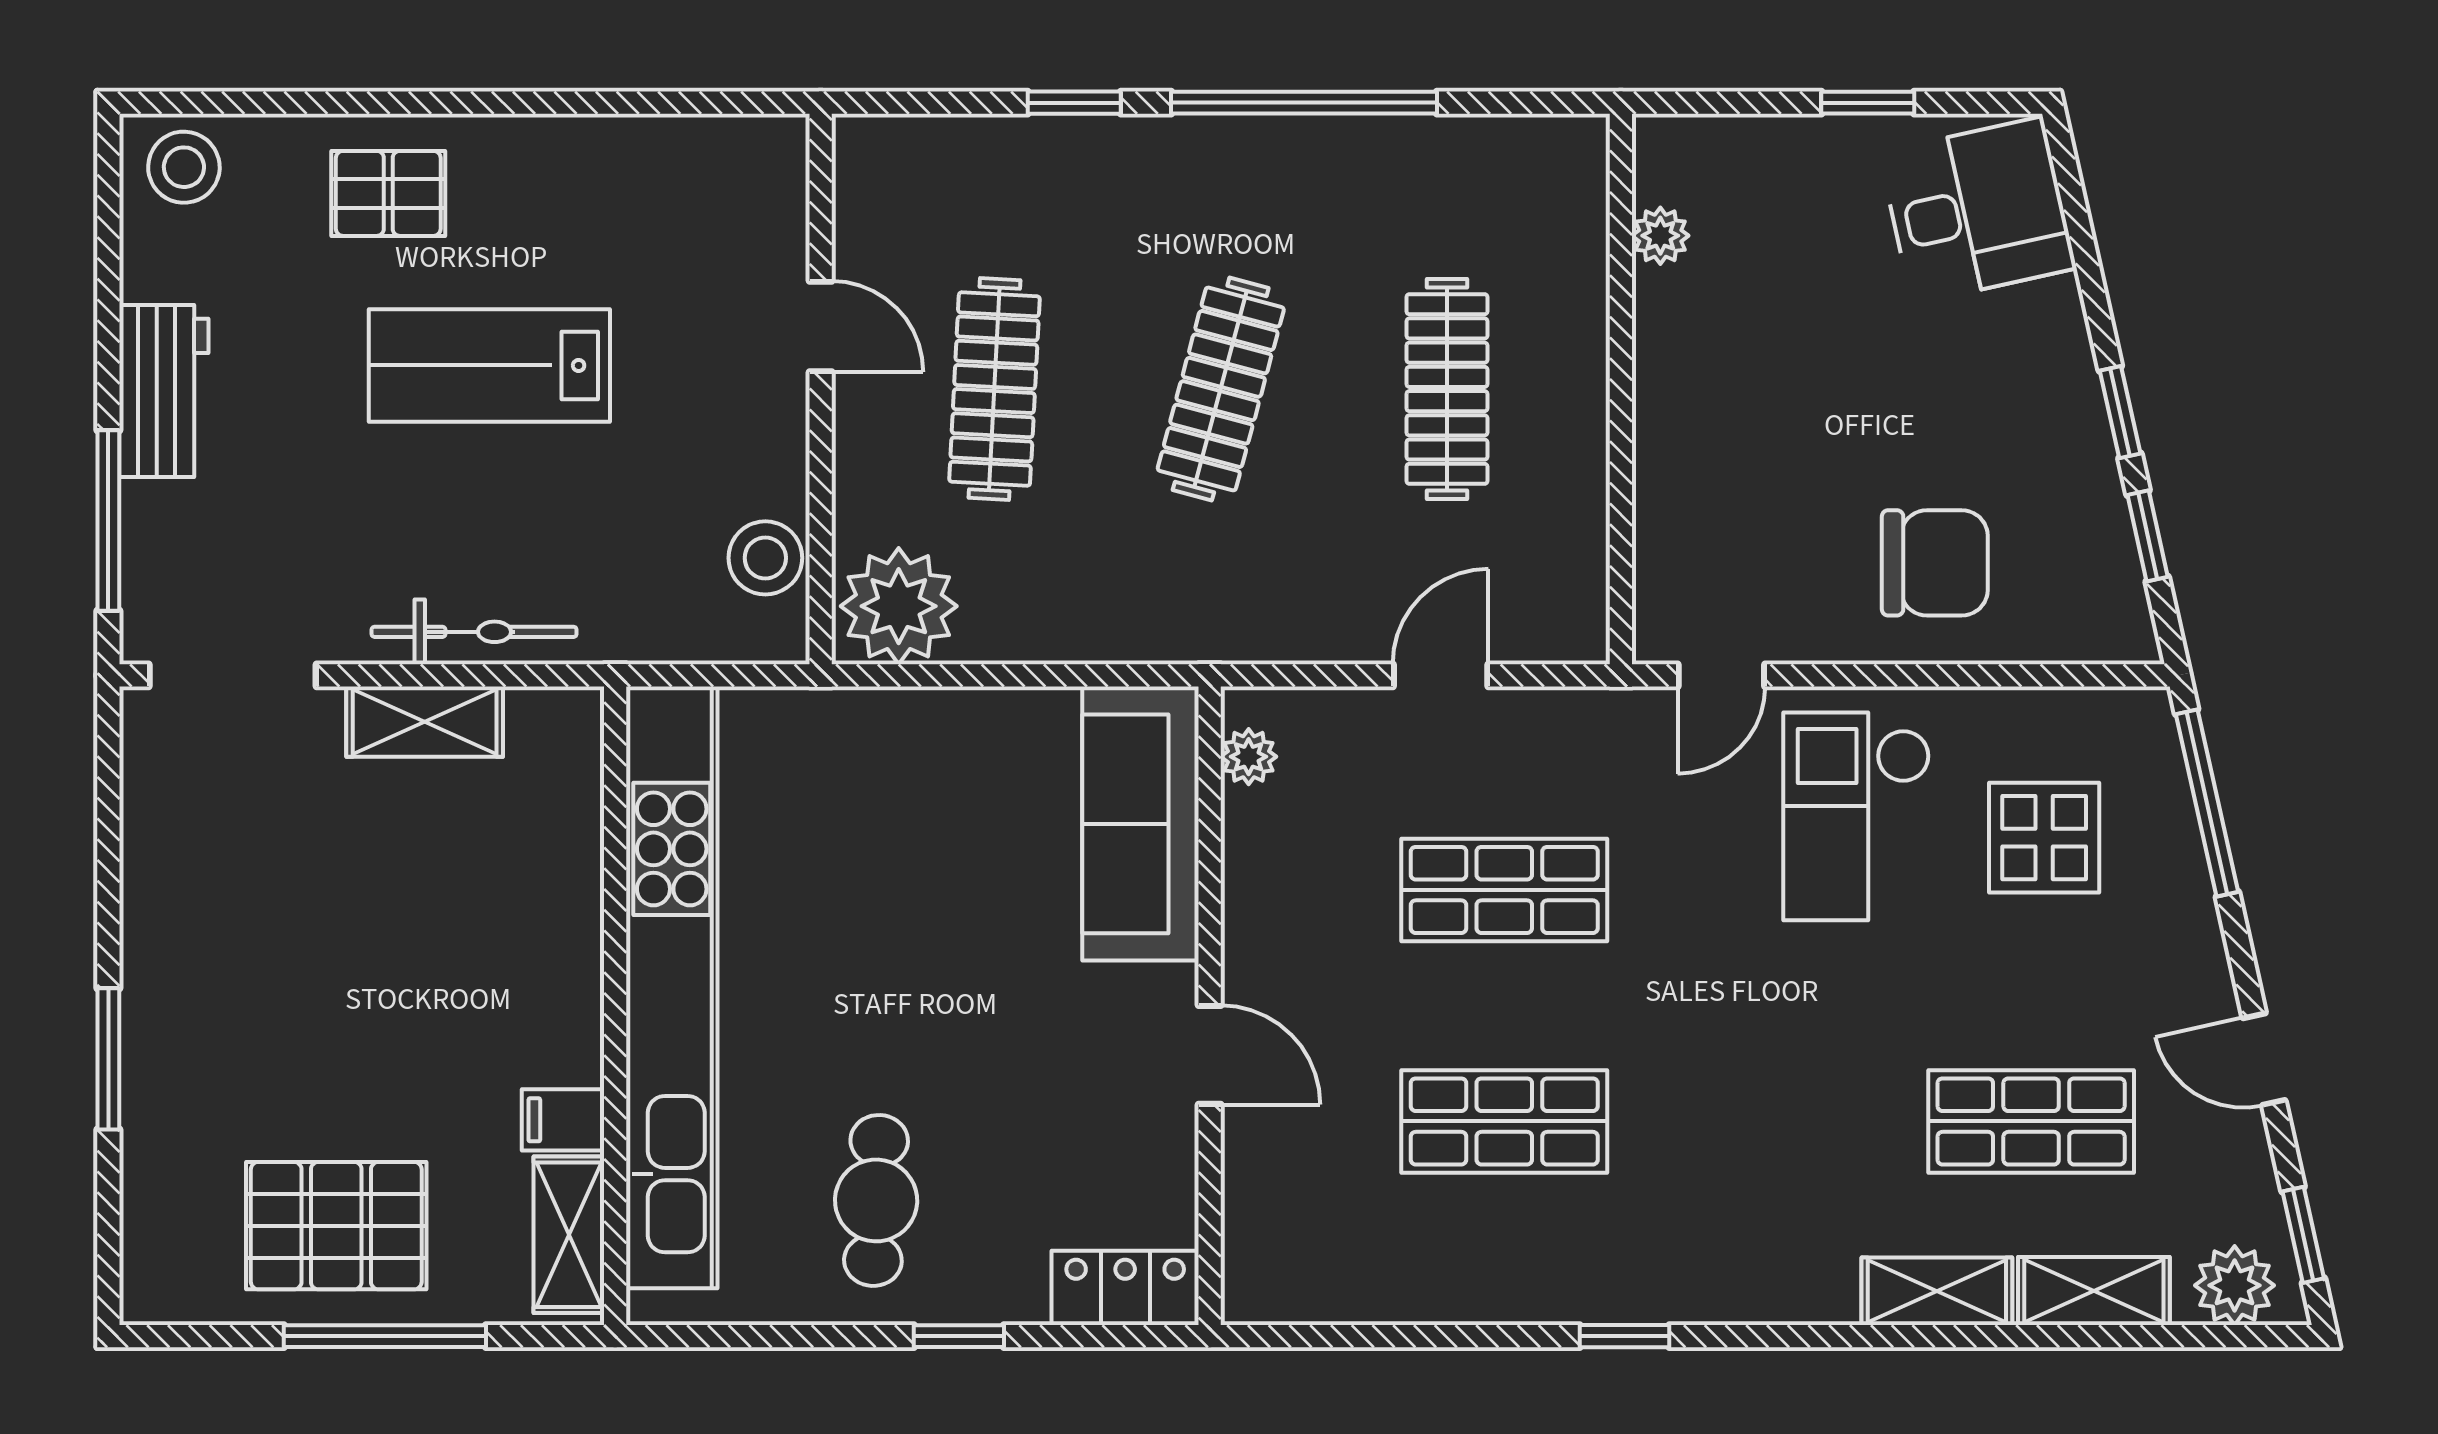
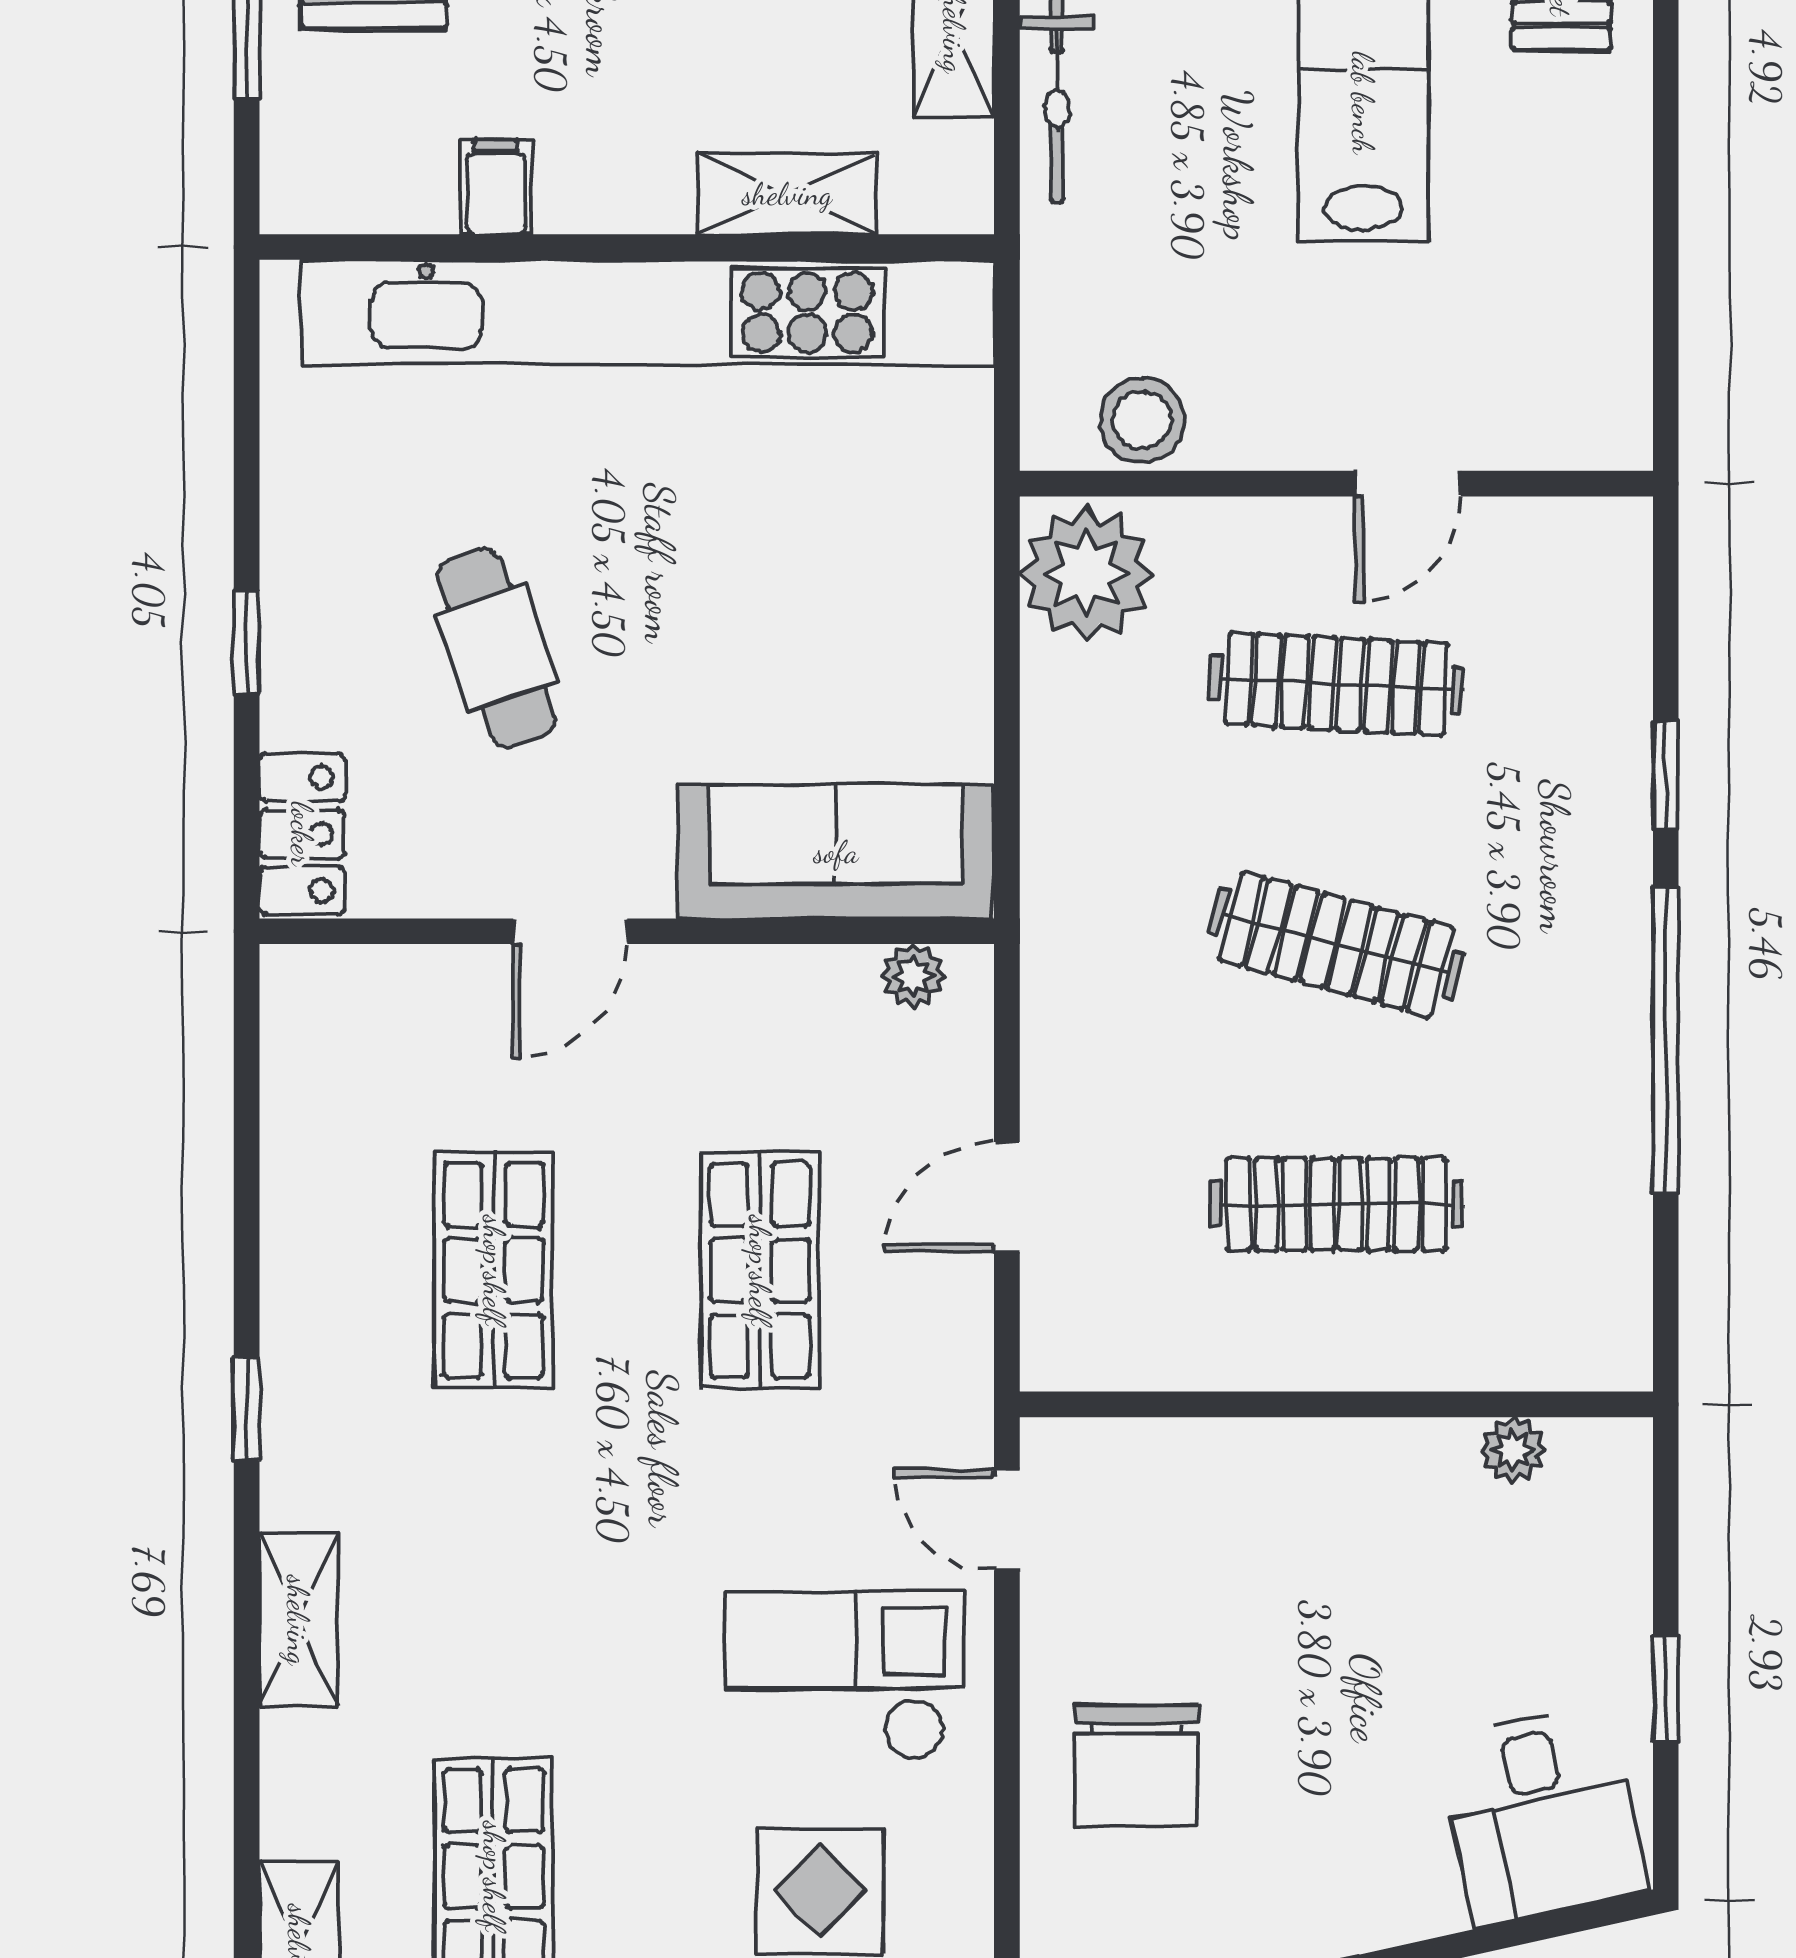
door: (1441, 675) -> (1007, 1197), swing flipped
cafe table: (876, 1200) -> (496, 648), moved, turned 68
shelving: (569, 1235) -> (787, 194), moved
shelving: (1937, 1291) -> (298, 1620), moved

